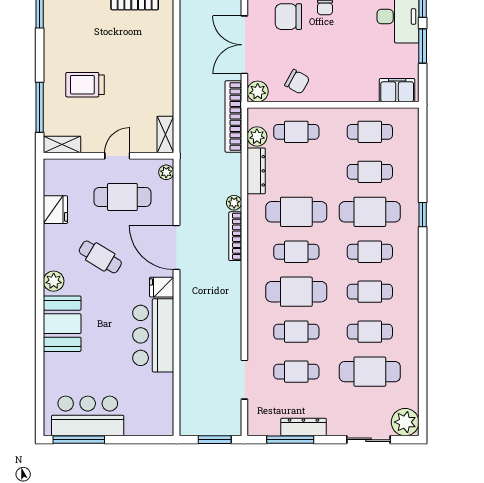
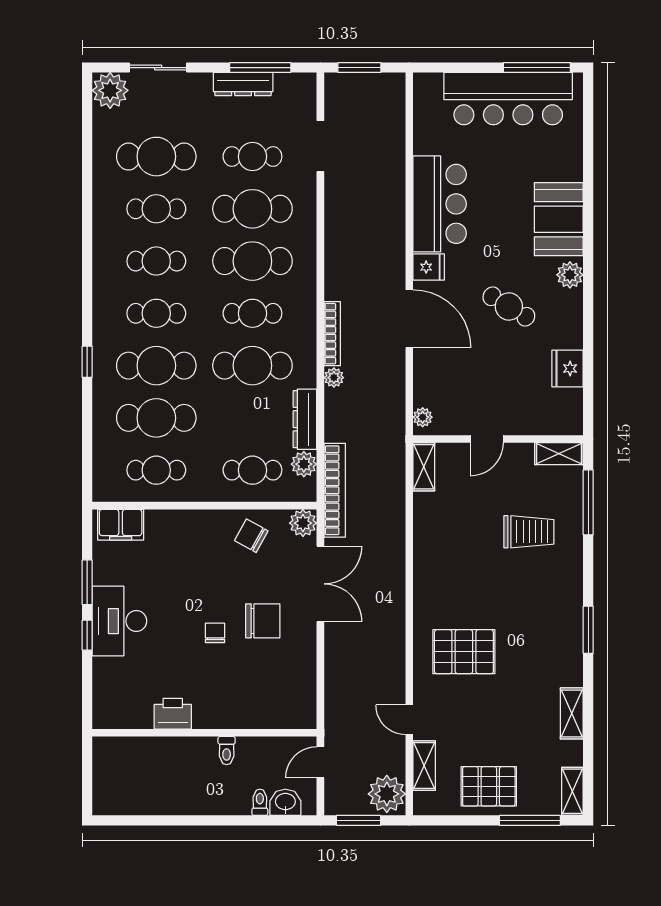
cafe table: (370, 172) -> (156, 418), width x1.37, depth x1.35
cafe table: (122, 197) -> (480, 385), removed
cafe table: (296, 332) -> (252, 209), width x1.37, depth x1.35
bar counter: (88, 416) -> (508, 99), width x1.36

